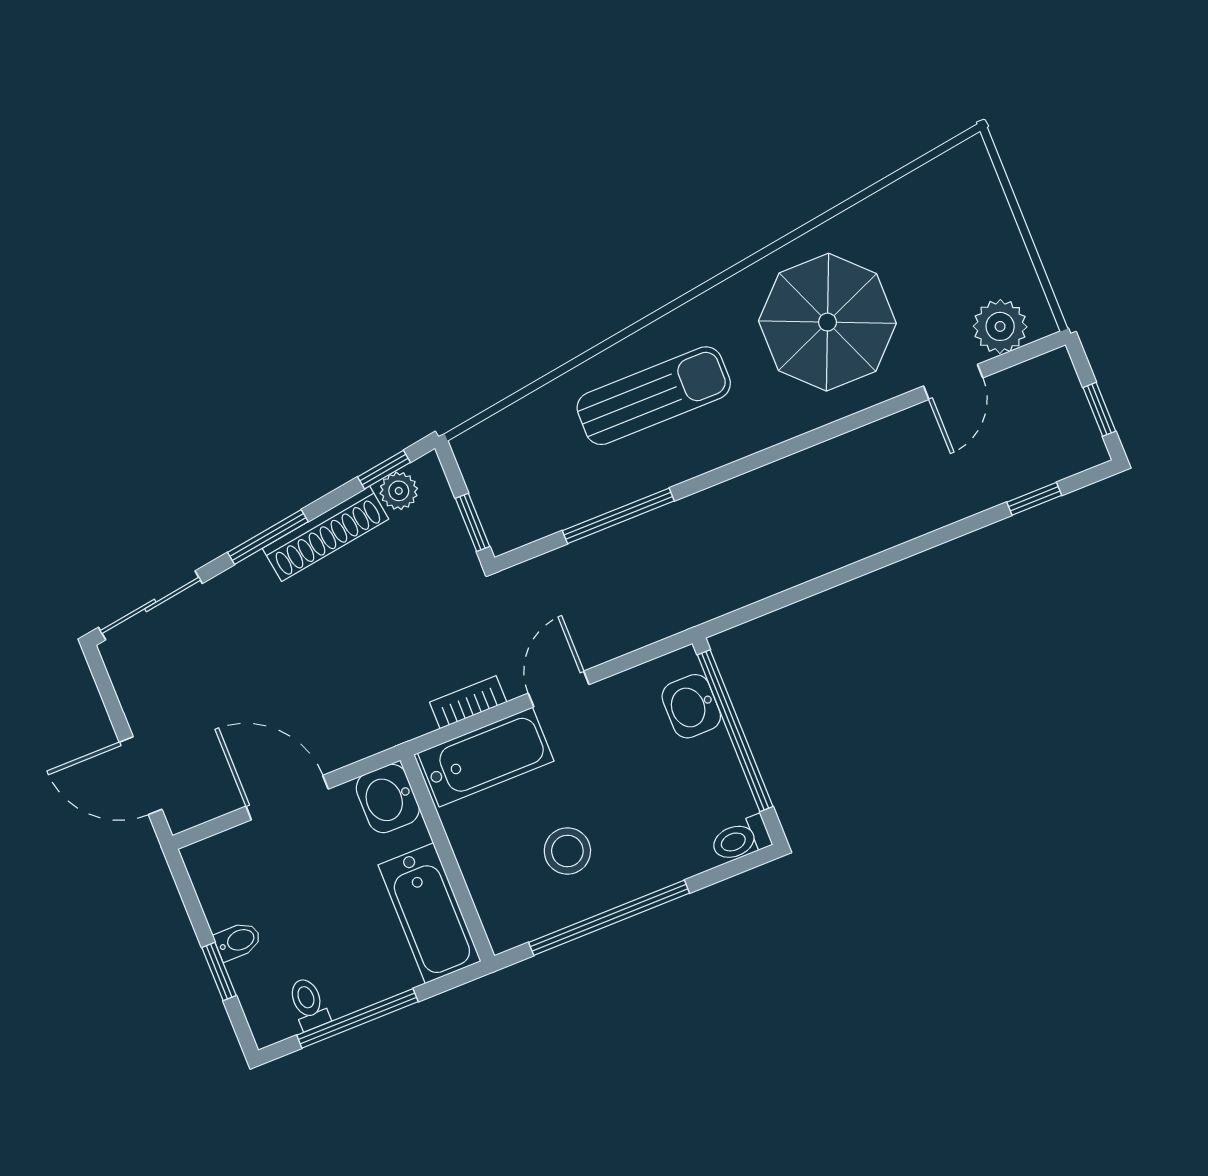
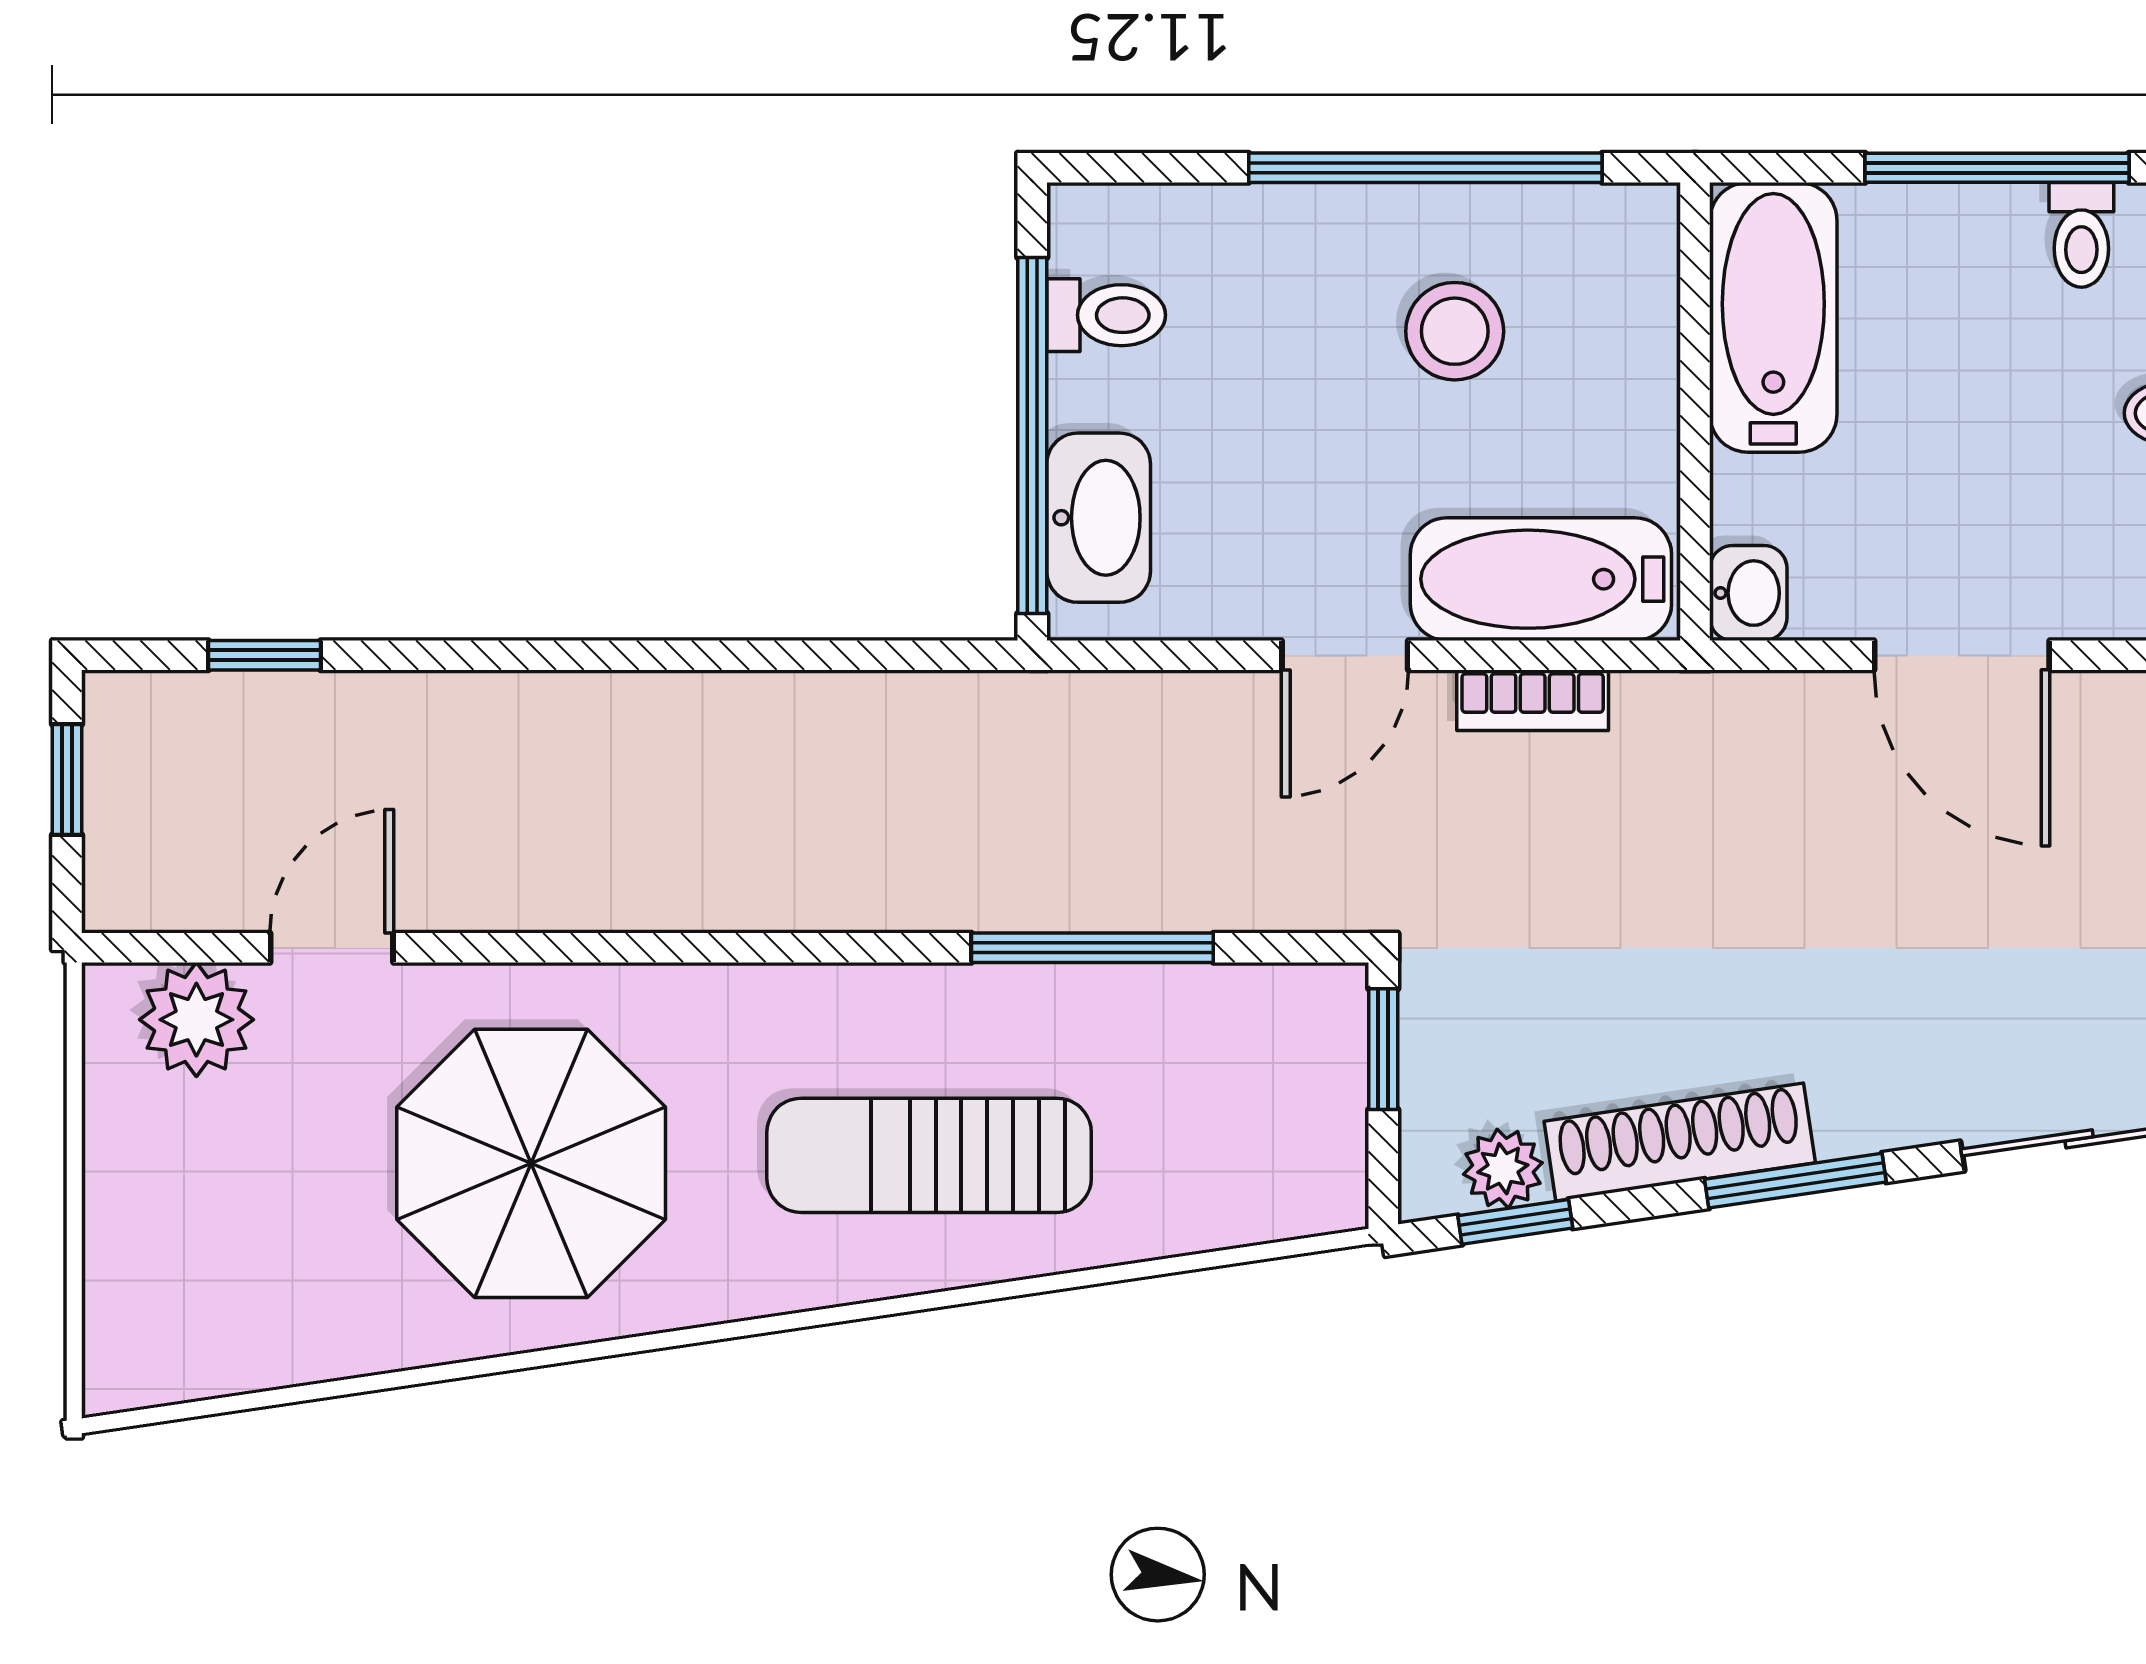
washbasin: (691, 706) -> (1099, 518), width x1.38
washbasin: (388, 799) -> (1748, 593), width x0.72, depth x0.69
toilet: (741, 839) -> (1106, 315), moved

